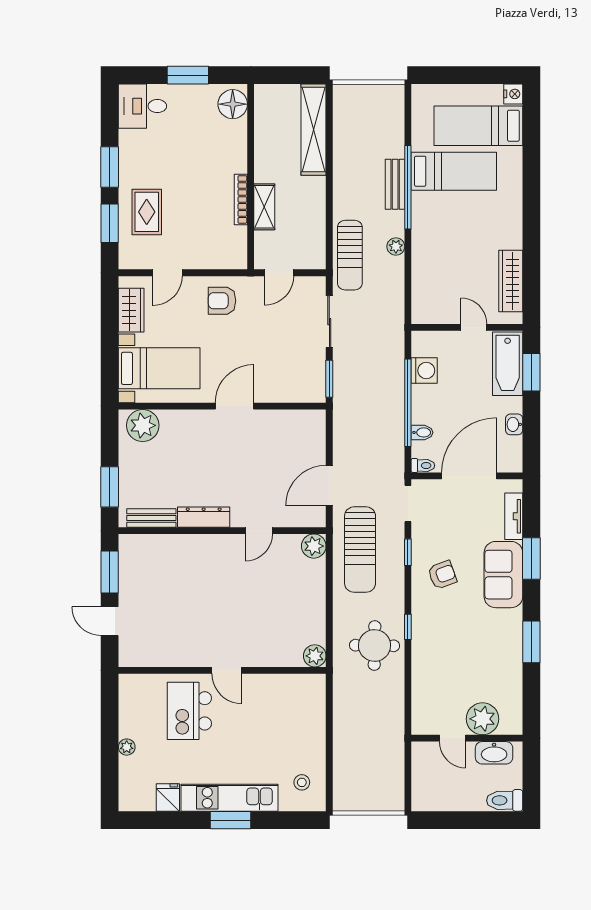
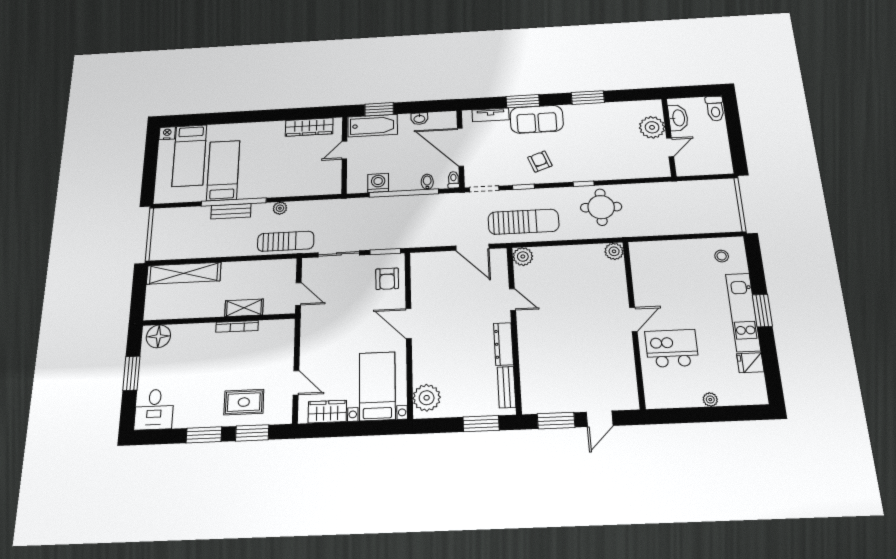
armchair: (222, 301) -> (387, 279), moved
kitchen island: (189, 711) -> (672, 348), turned 180

